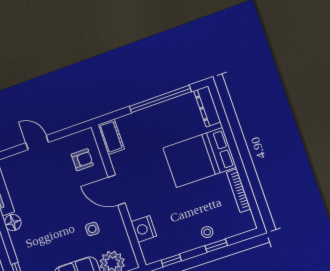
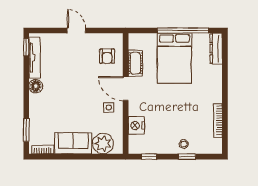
cot: (111, 137) -> (135, 63), moved
bed: (199, 158) -> (174, 58), moved, turned -90
armchair: (82, 160) -> (107, 56), turned 90
side table: (92, 229) -> (109, 108), moved

